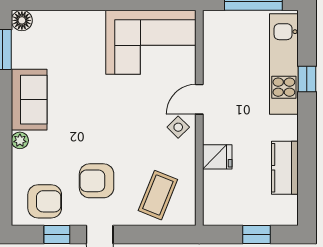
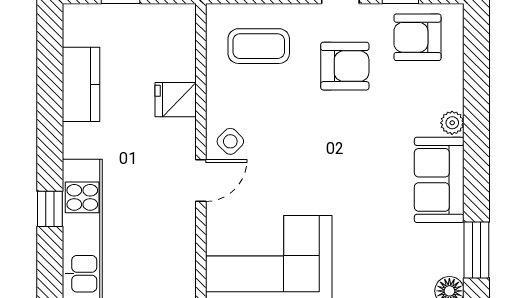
coffee table: (158, 195) -> (259, 46), turned 68

